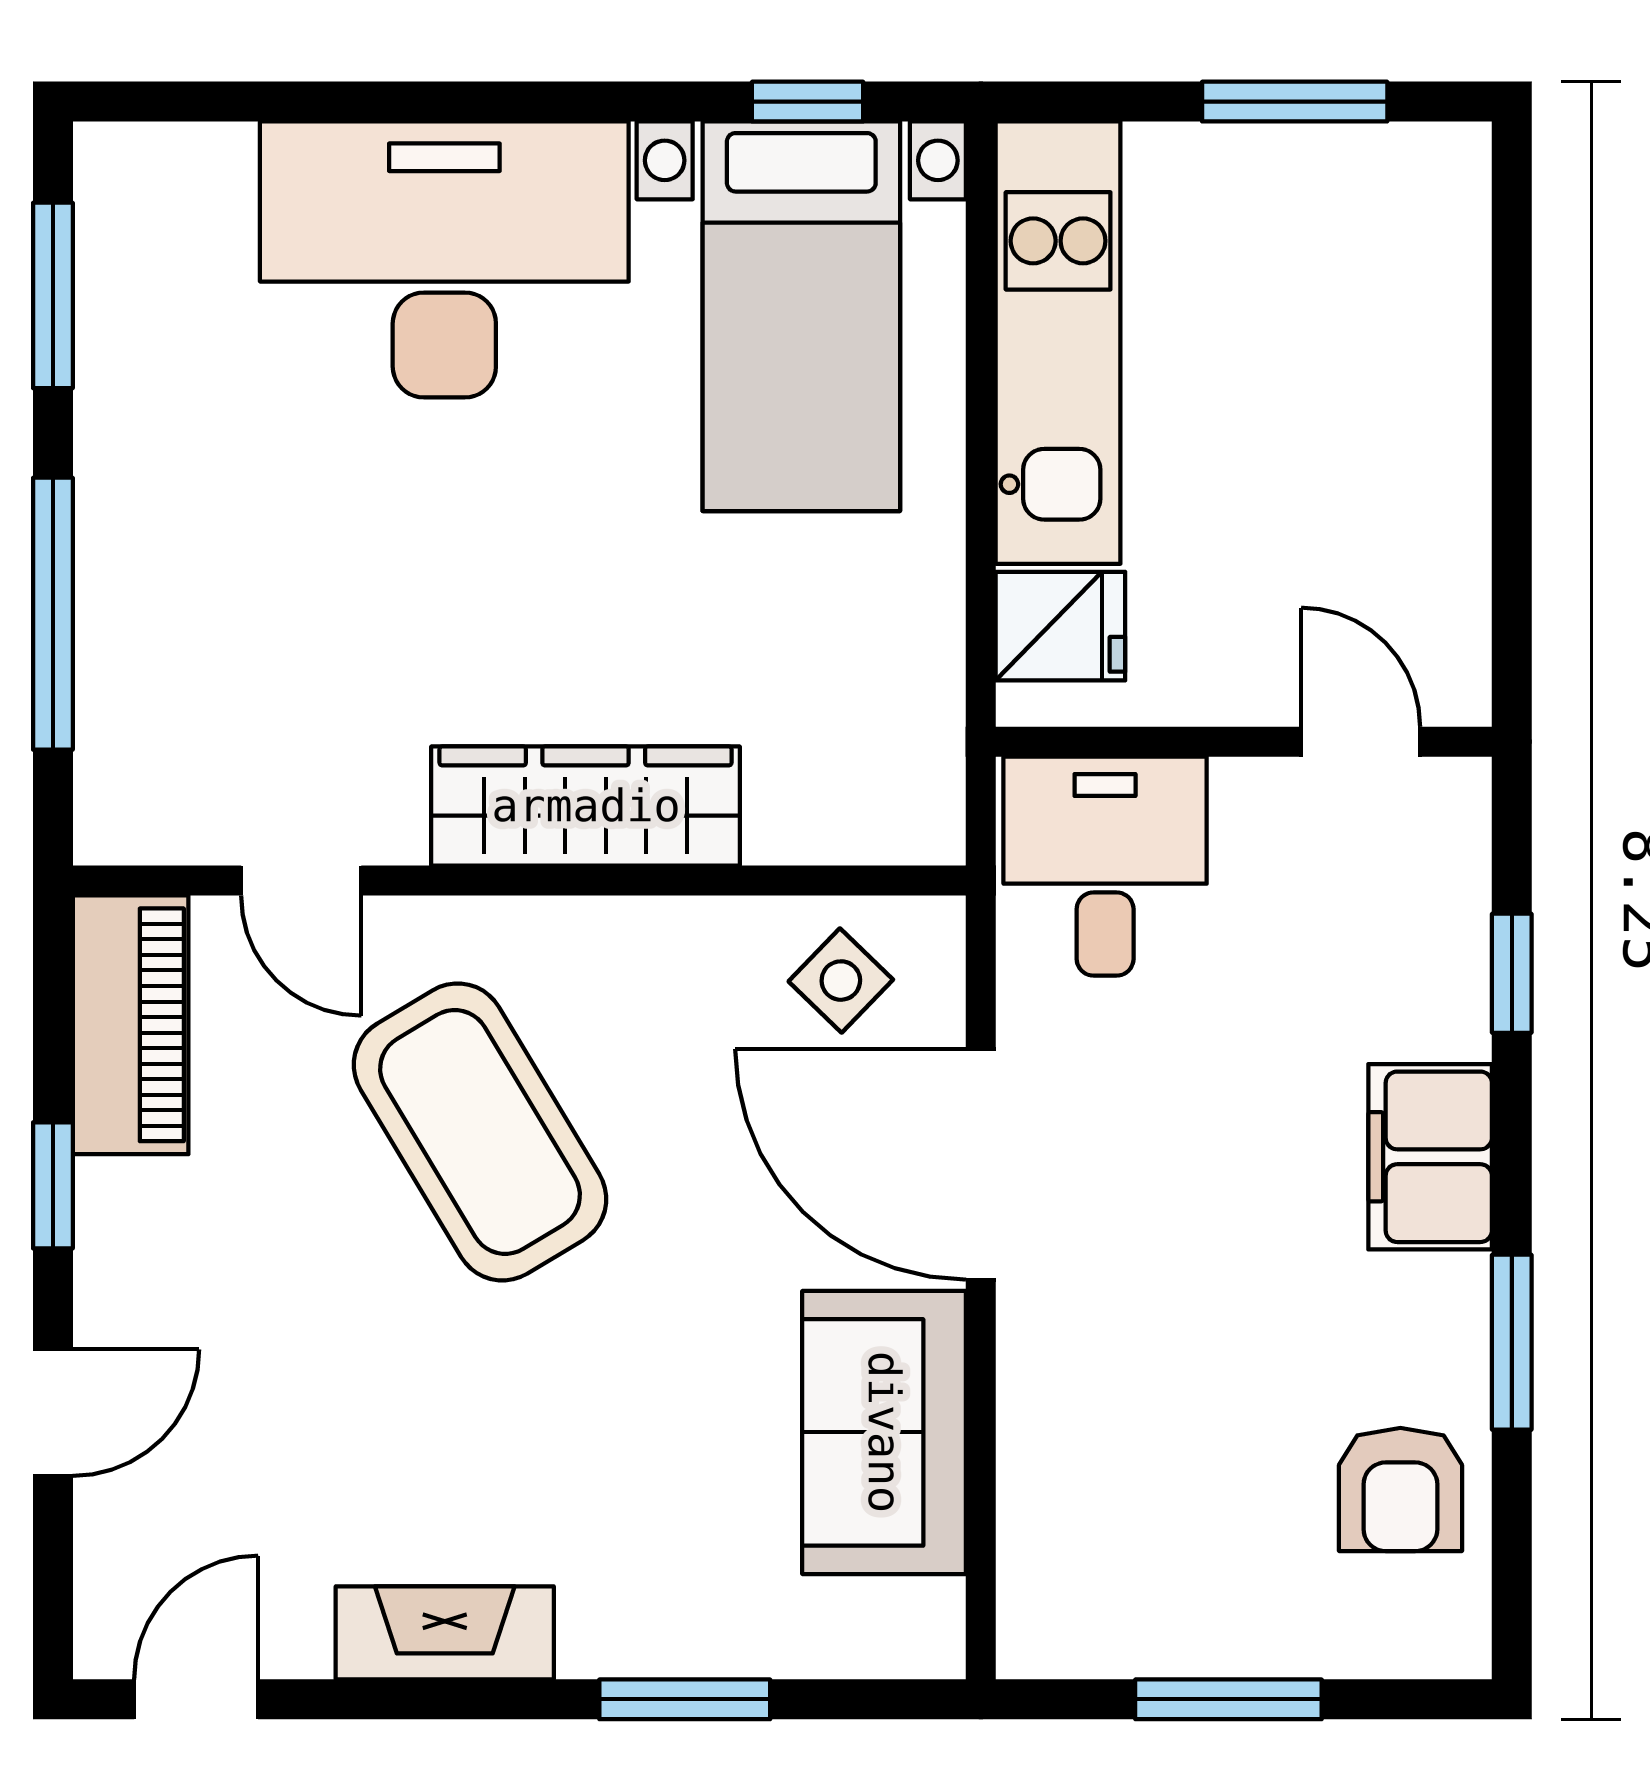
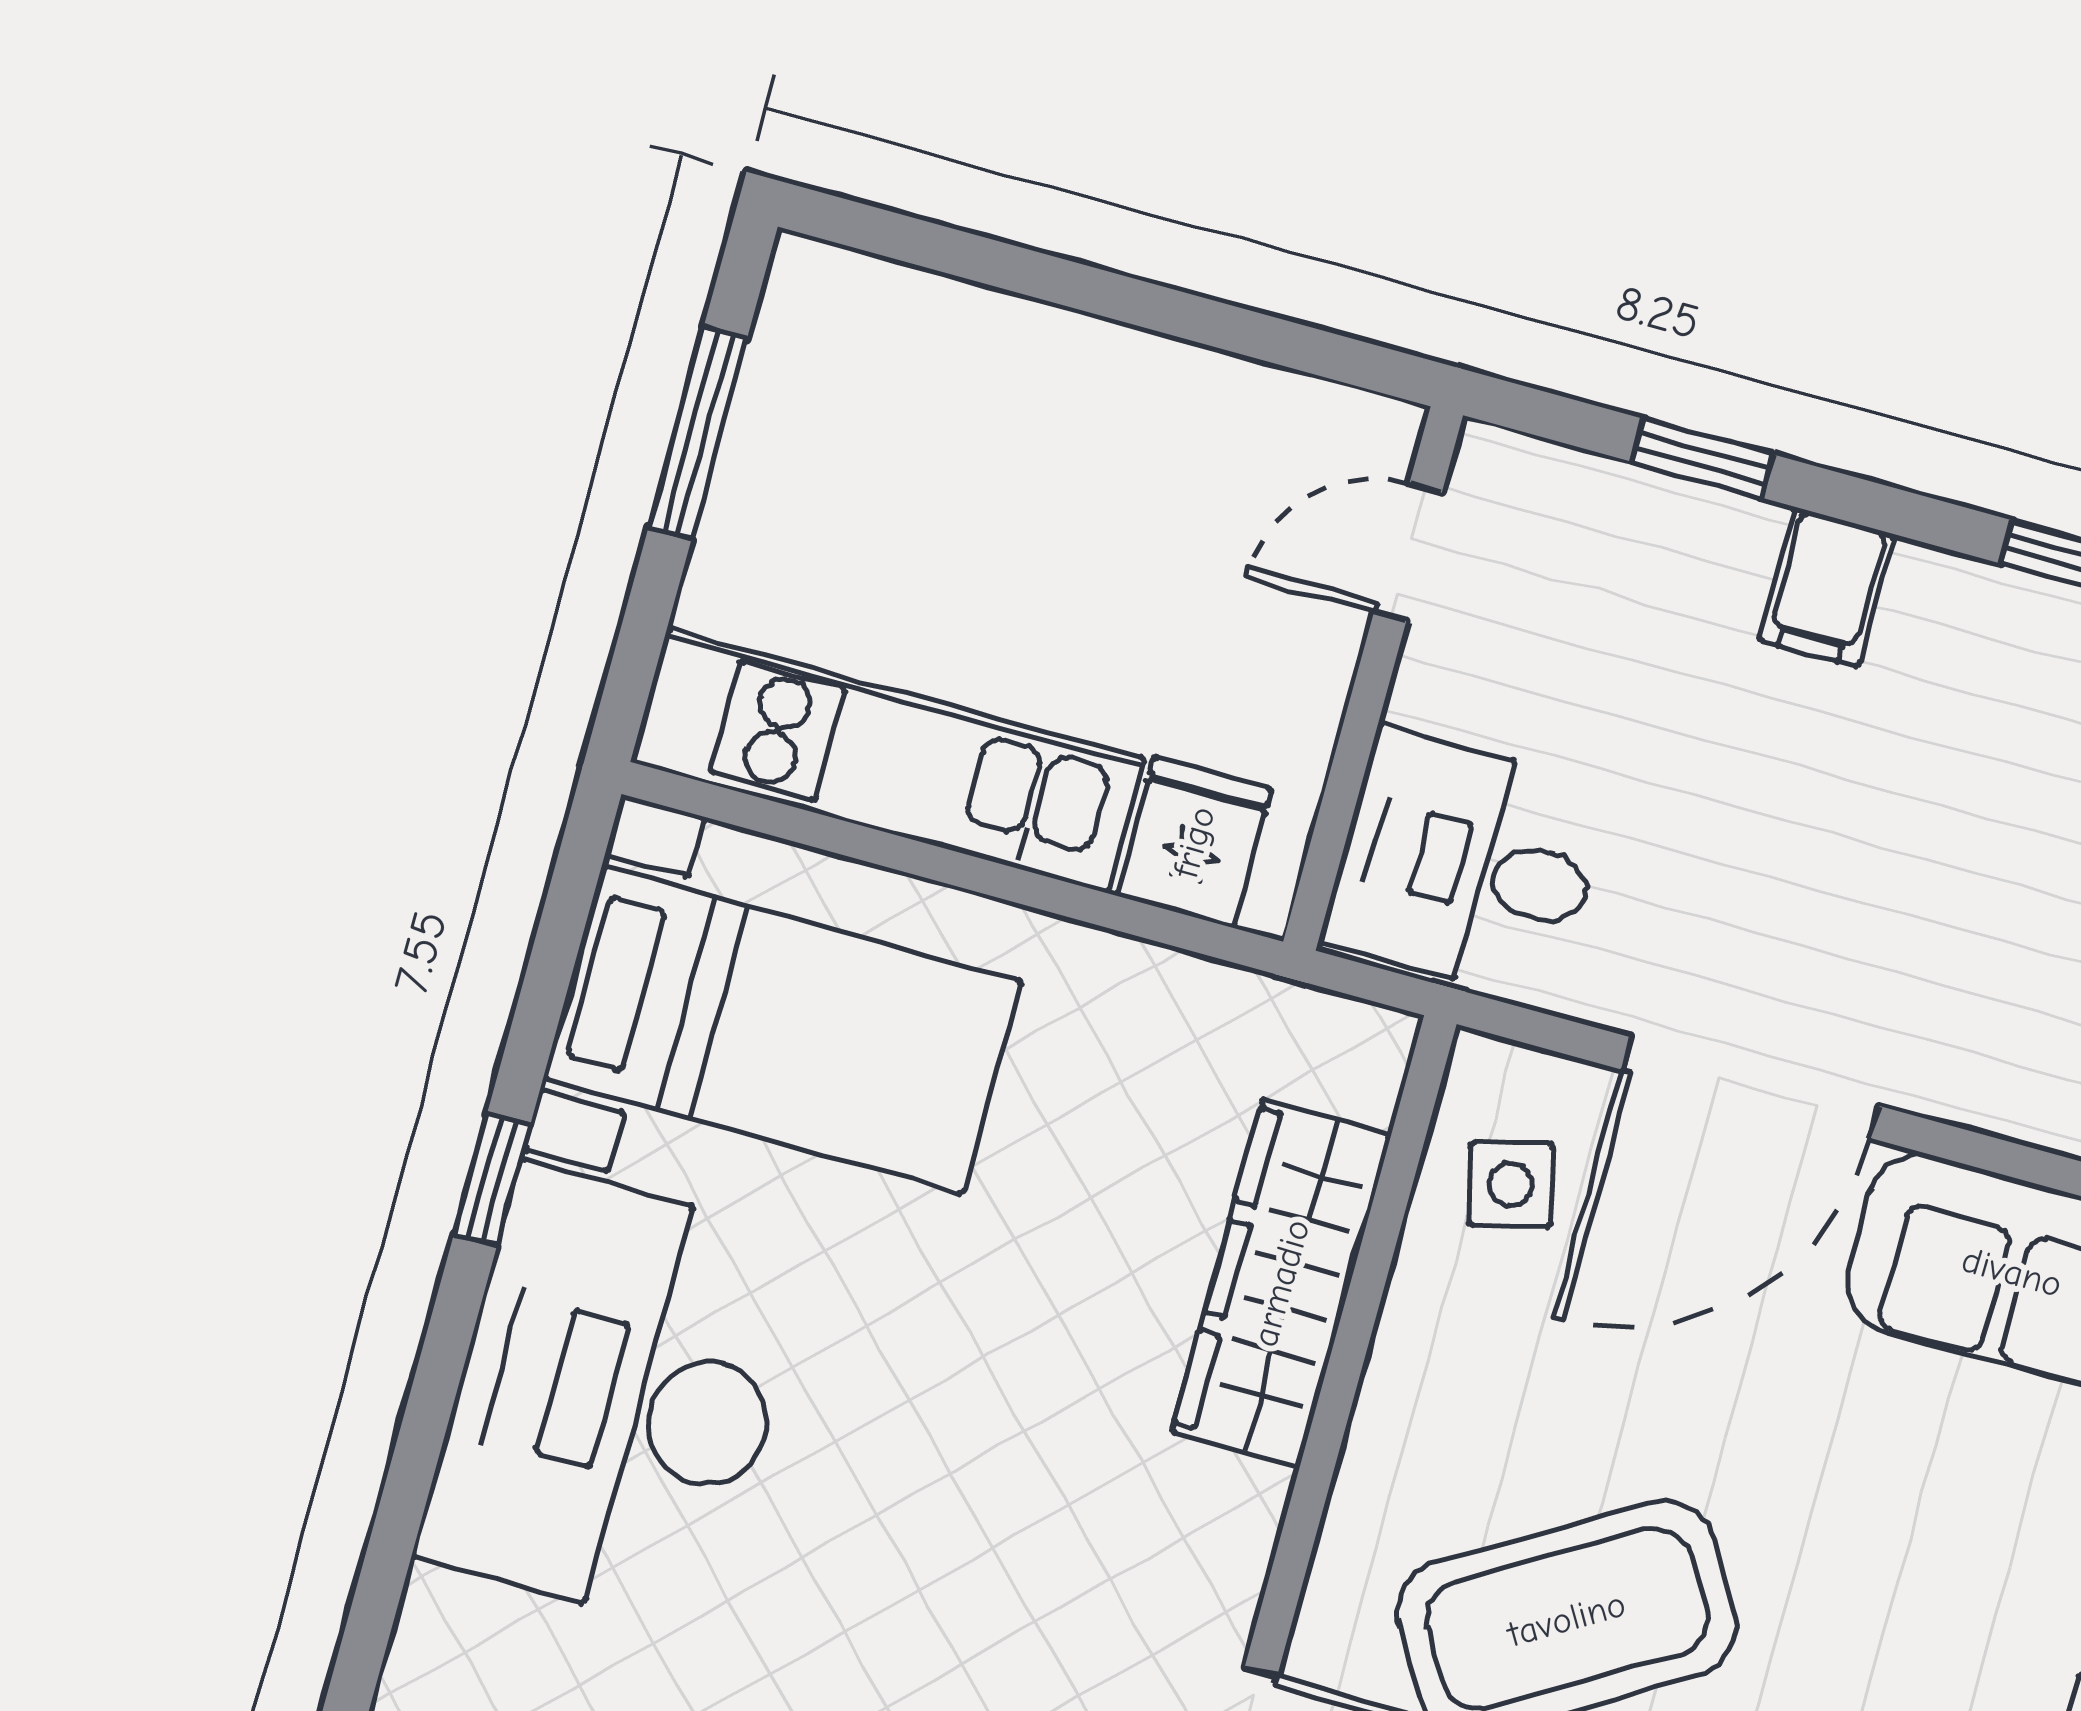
window: (808, 102) -> (492, 1180), moved
wardrobe: (586, 806) -> (1281, 1283), moved
side table: (841, 981) -> (1511, 1184), turned 32
filing cabinet: (1430, 1157) -> (1826, 587), width x0.50

